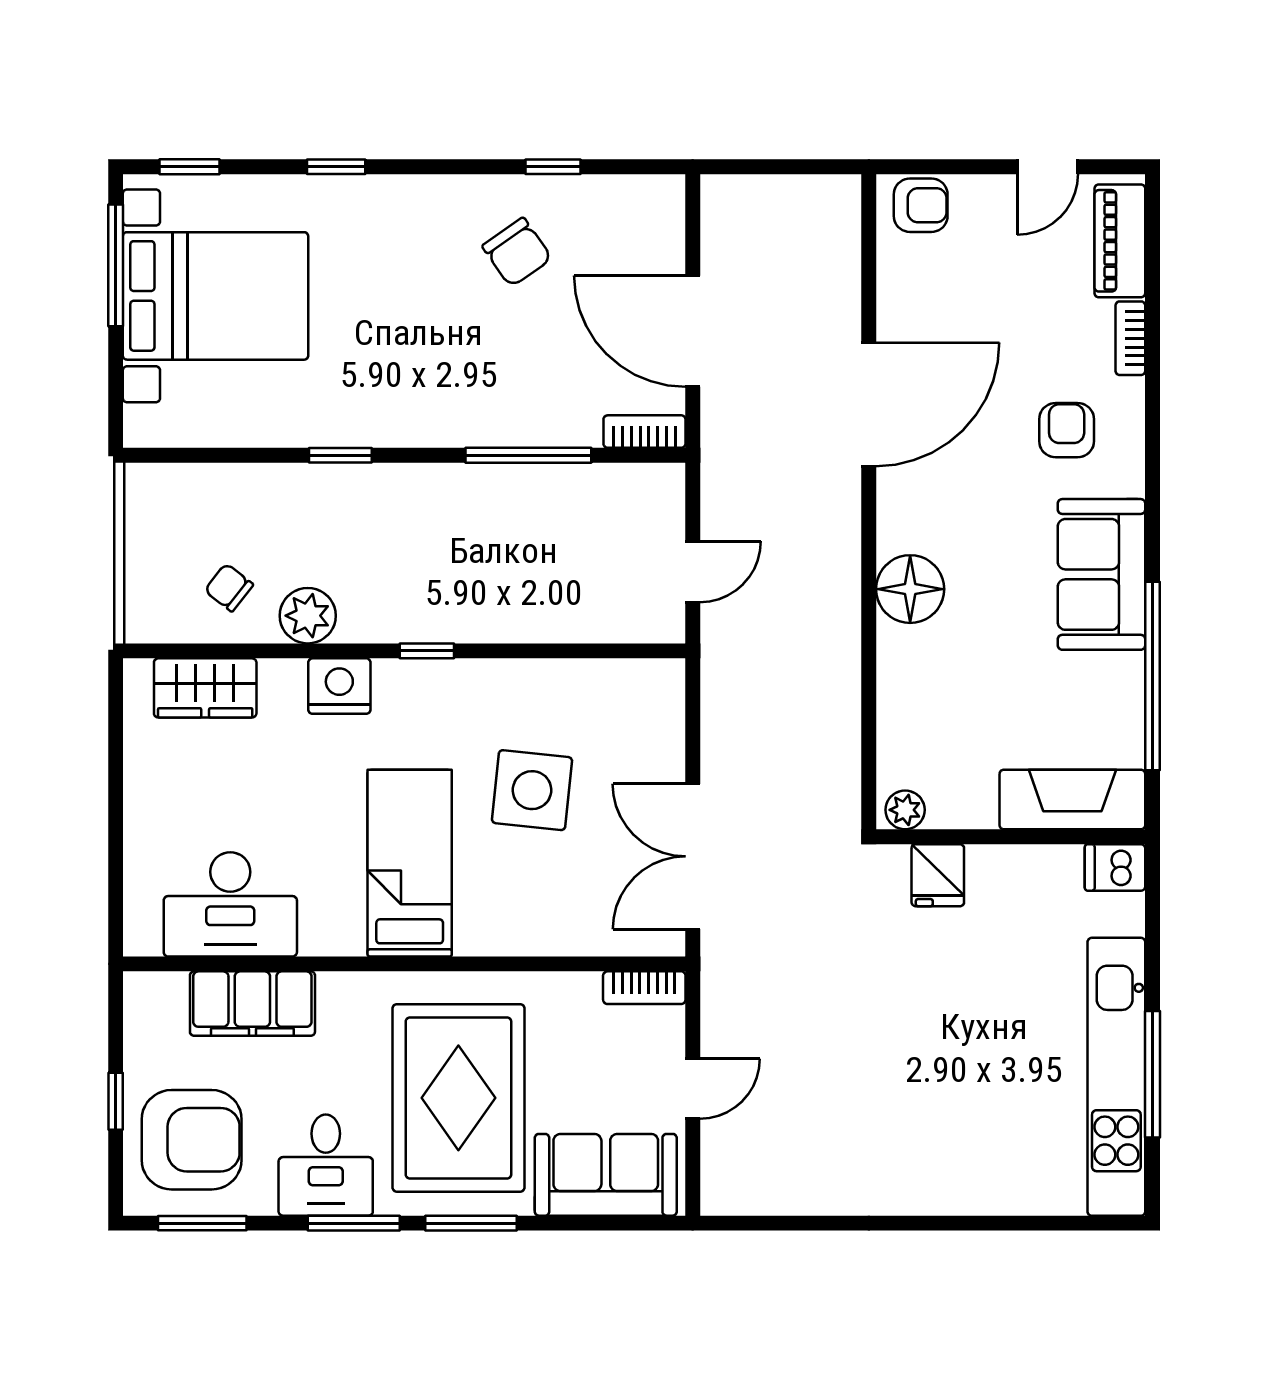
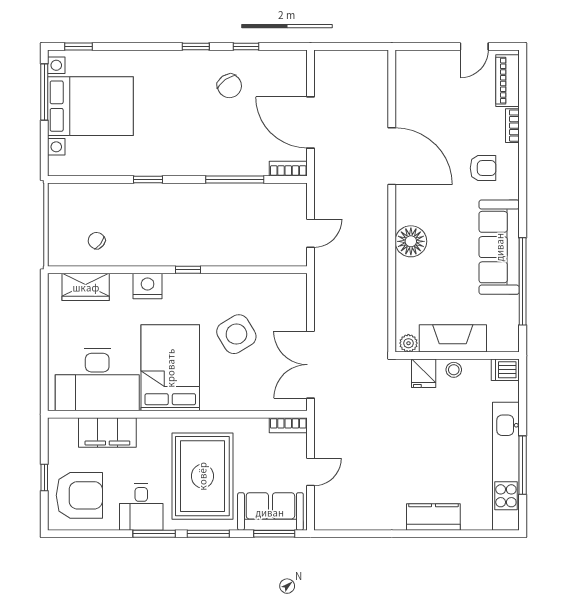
window: (336, 167) -> (196, 46), moved
armchair: (921, 205) -> (416, 64), removed
door: (869, 404) -> (392, 156), hinge flipped
armchair: (1067, 430) -> (483, 168), turned 90
sofa: (1101, 574) -> (499, 247), width x1.36
plant: (308, 616) -> (133, 254), removed
side table: (532, 790) -> (236, 334), turned -37
fireplace: (1072, 800) -> (453, 338), moved
bed: (410, 863) -> (170, 368), width x1.50
stool: (1003, 868) -> (454, 370), added
desk: (230, 904) -> (97, 380), width x1.36, depth x1.30
kitchen counter: (959, 1187) -> (433, 517), added
window: (202, 1223) -> (274, 534), moved

